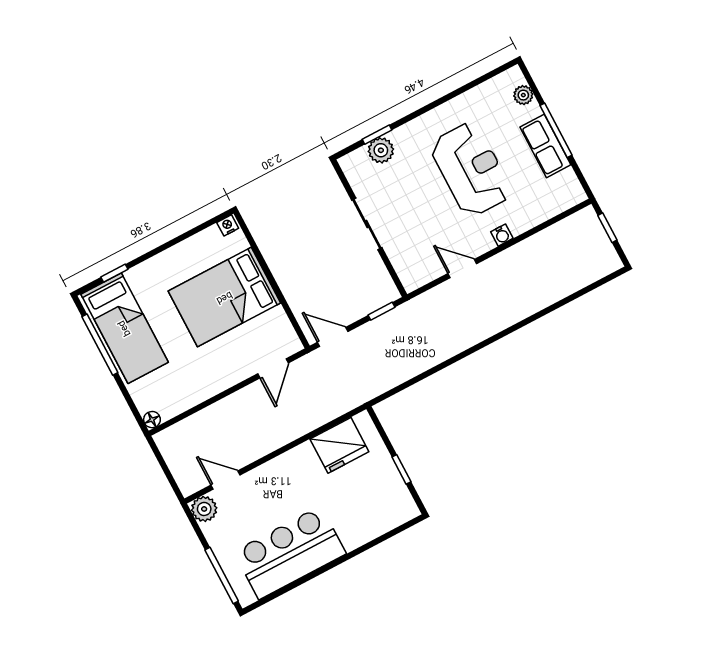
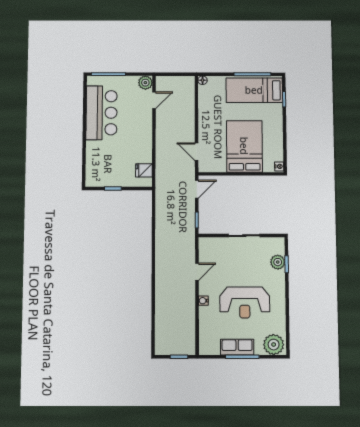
plant: (523, 95) -> (274, 345), width x1.88, depth x1.88
fridge: (339, 445) -> (144, 170), width x0.53, depth x0.75

